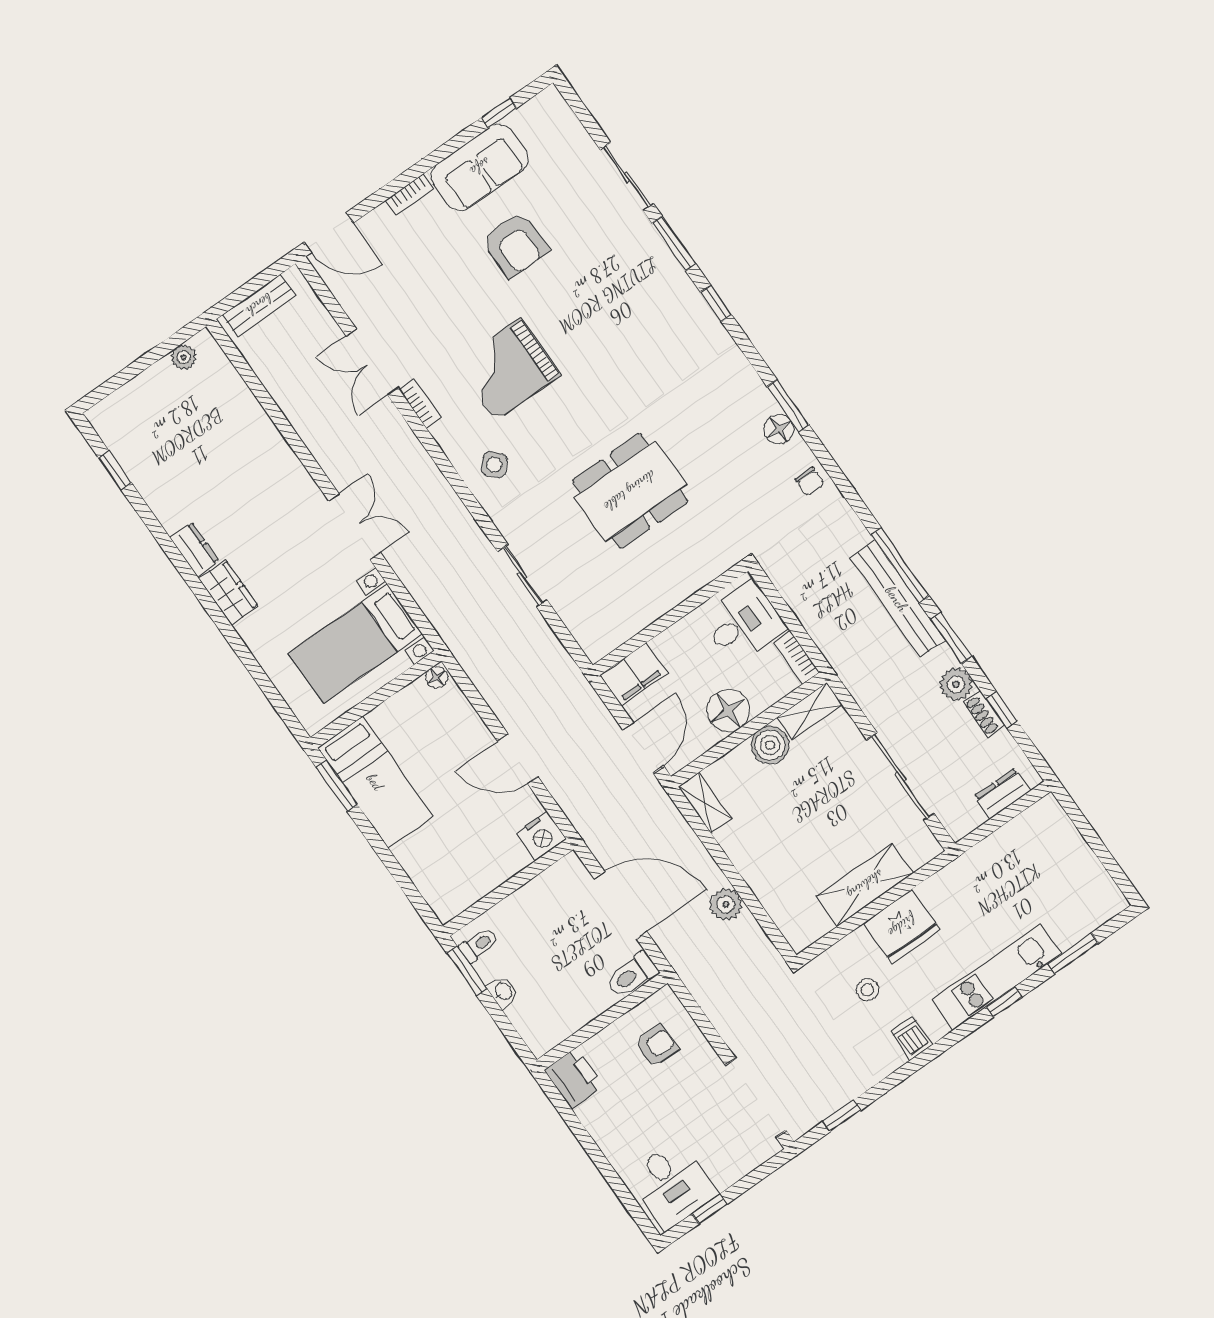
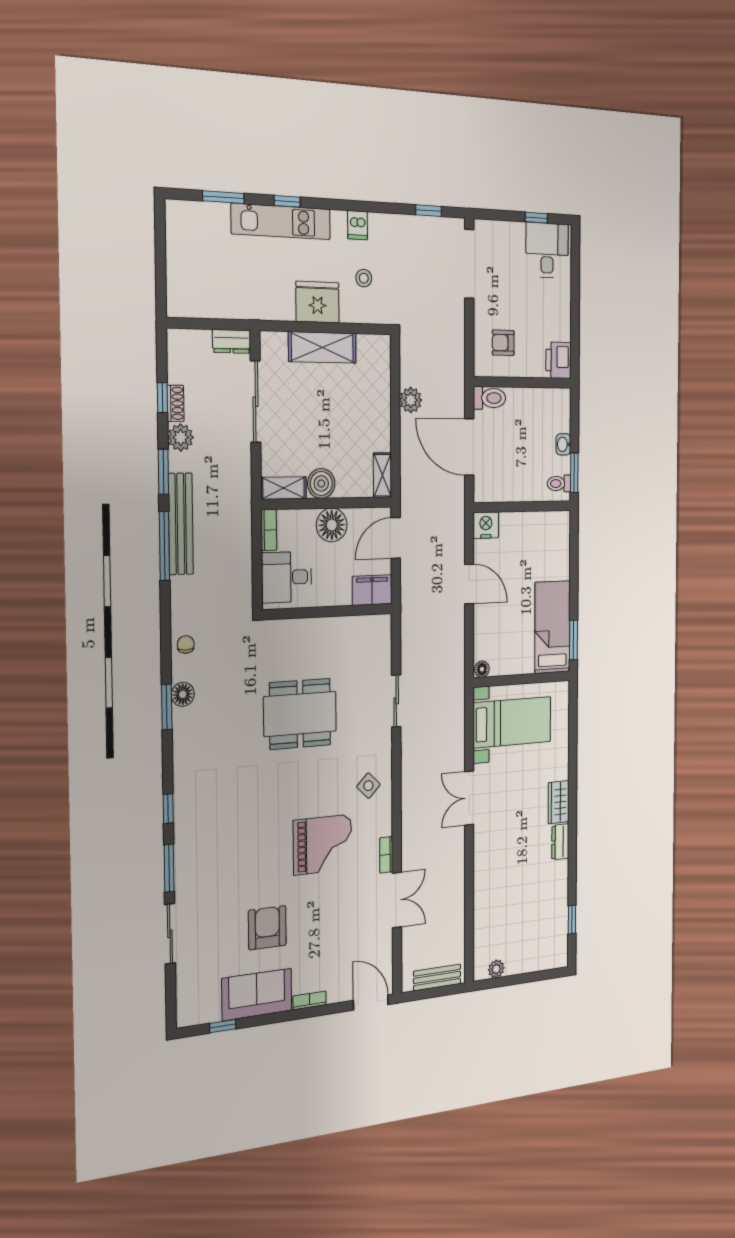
dresser: (1002, 793) -> (232, 341), moved

